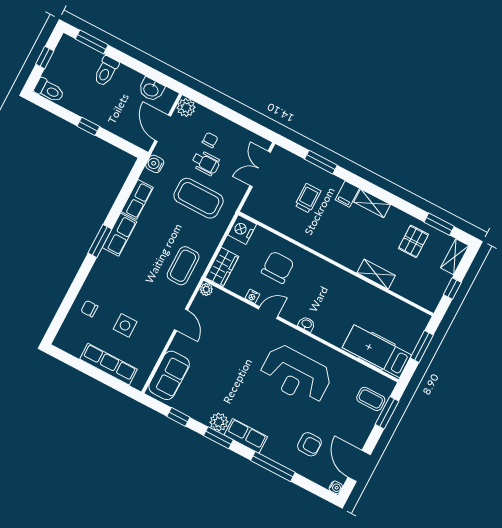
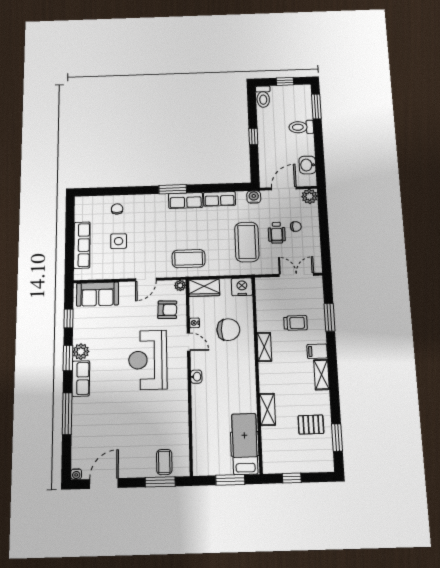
shelving: (455, 257) -> (264, 347), moved, turned 90
hospital bed: (377, 351) -> (245, 444), moved
reception desk: (296, 375) -> (148, 360), moved
armchair: (309, 444) -> (167, 310), moved, turned -88

